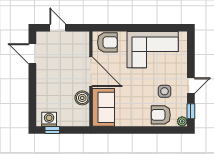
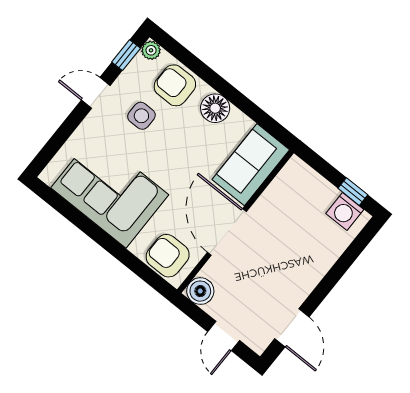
boiler: (82, 98) -> (200, 291), moved
armchair: (161, 115) -> (175, 85), turned 180
floor lamp: (137, 119) -> (215, 108), added

